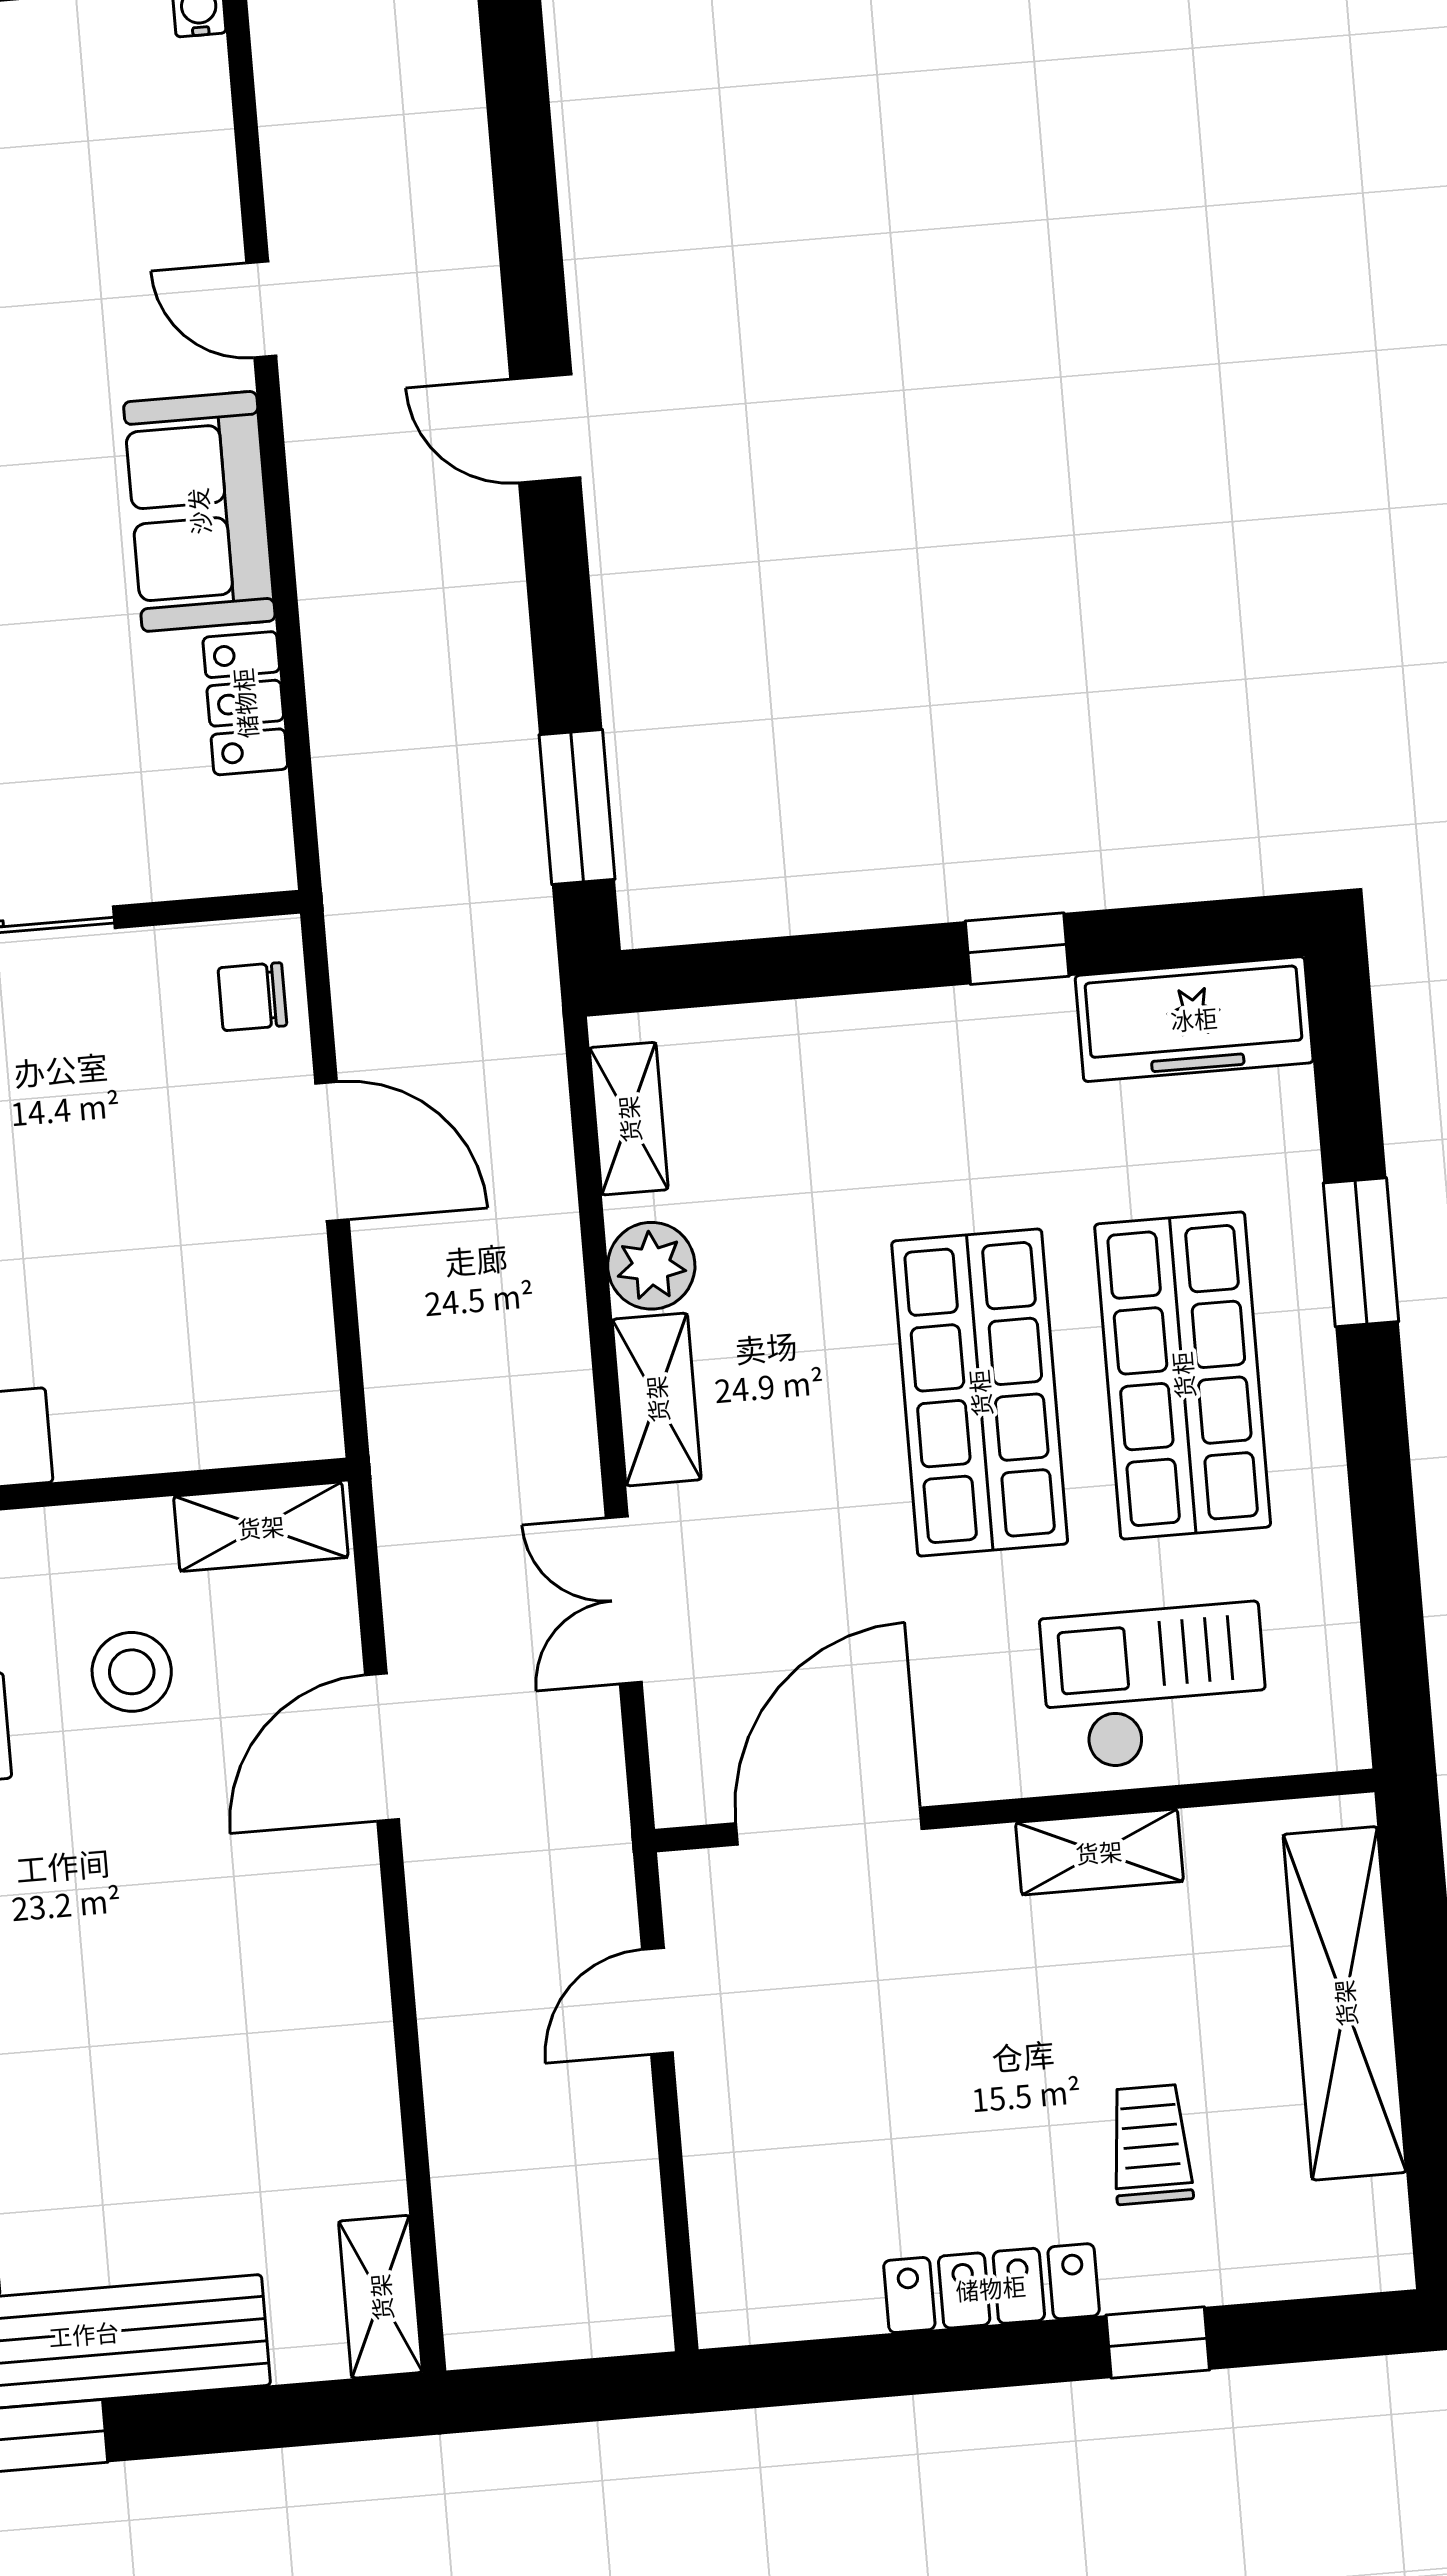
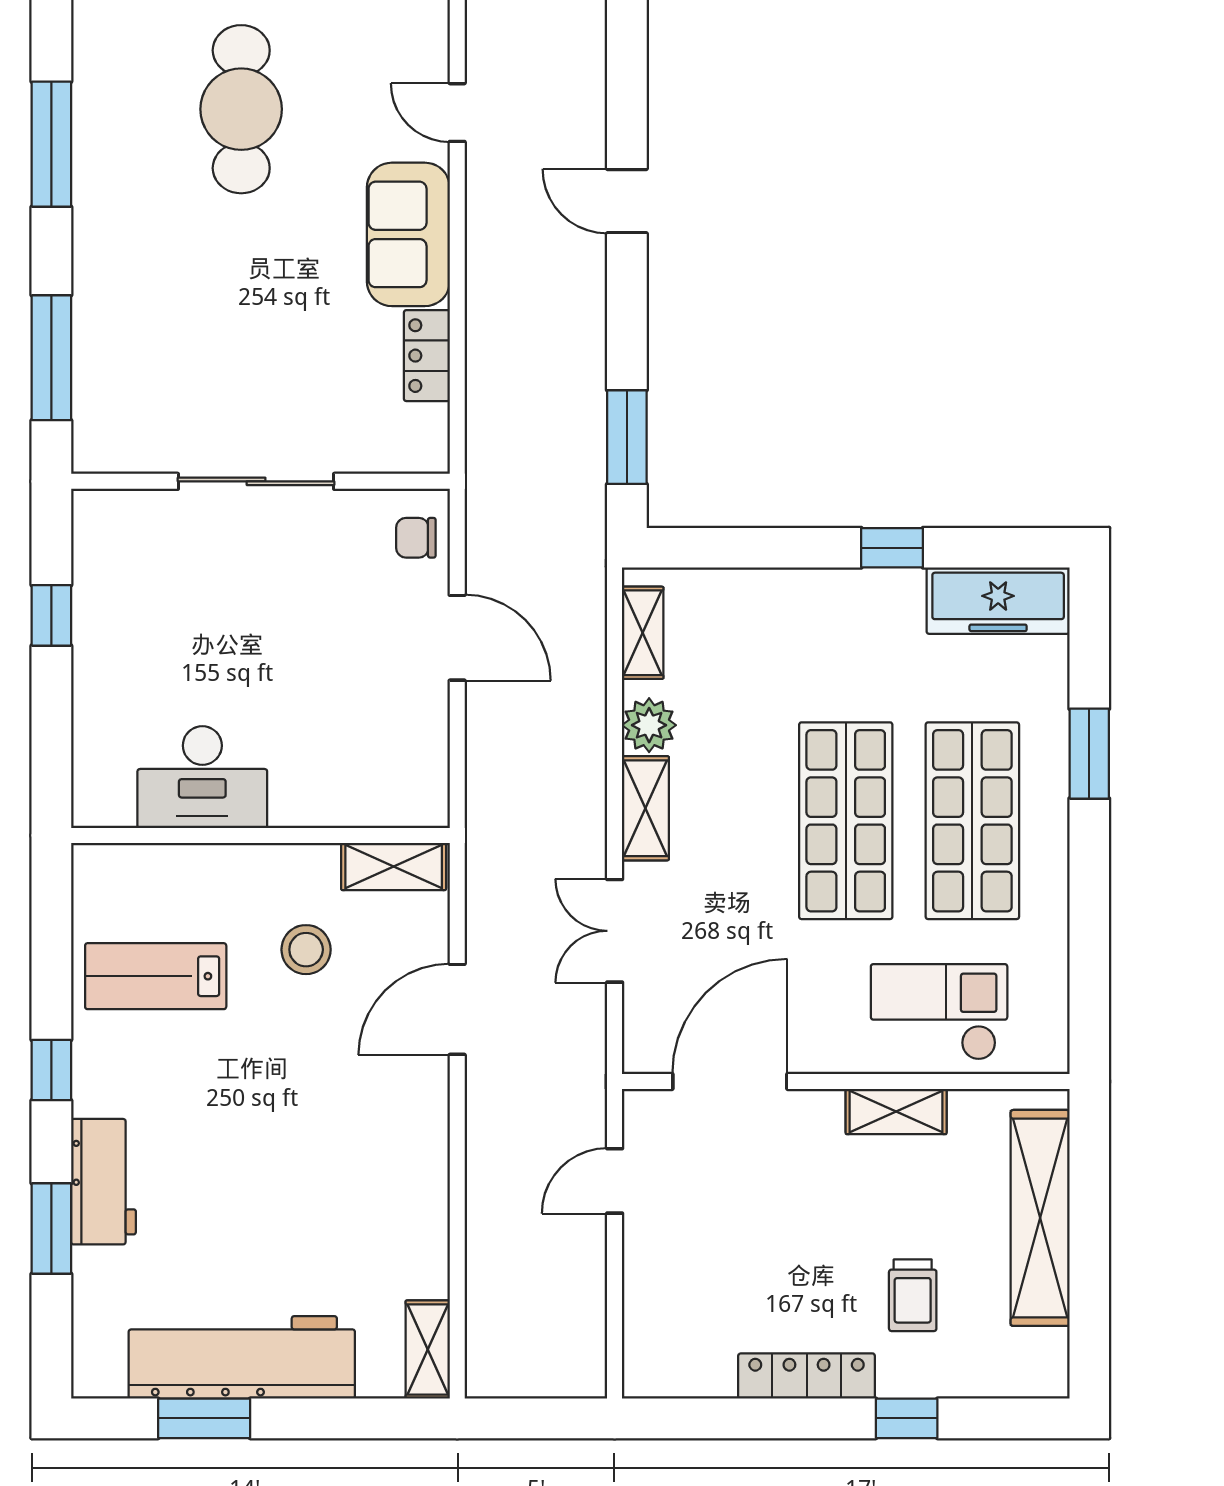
trolley: (1151, 2144) -> (913, 1295), turned 180

